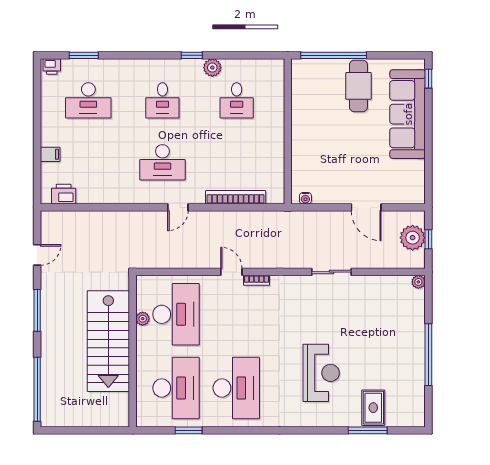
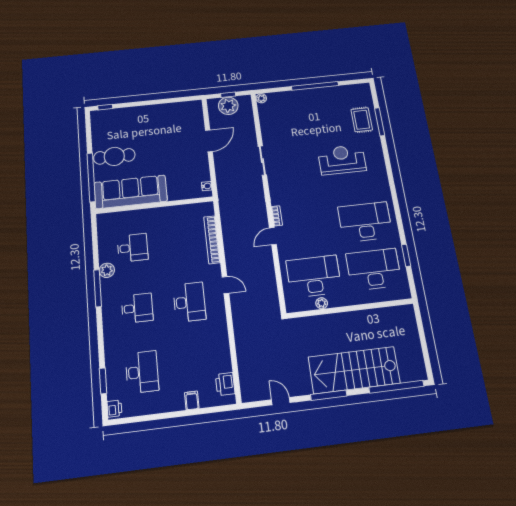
window: (192, 55) -> (98, 288), width x2.17
sofa: (408, 114) -> (131, 192), moved, turned 180
stairs: (108, 341) -> (354, 370), moved, turned 180
rug: (373, 408) -> (362, 120), turned 90

